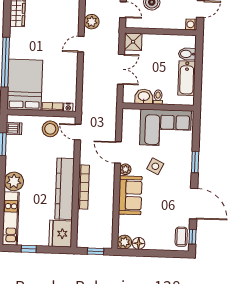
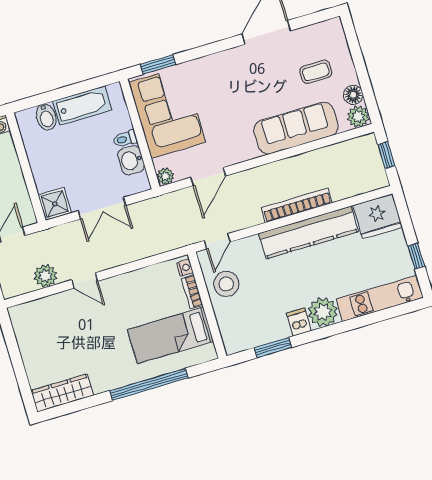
double door: (121, 69) -> (102, 208), swing flipped
bed: (25, 85) -> (170, 335), width x0.67
dishwasher: (14, 129) -> (299, 322), moved
door: (118, 152) -> (208, 177), moved
window: (195, 162) -> (158, 64), moved
side table: (155, 166) -> (230, 108), removed
plant: (125, 169) -> (165, 176), moved
sofa: (130, 195) -> (296, 128), width x1.36
coffee table: (181, 237) -> (316, 72), moved
window: (192, 237) -> (316, 18), removed

